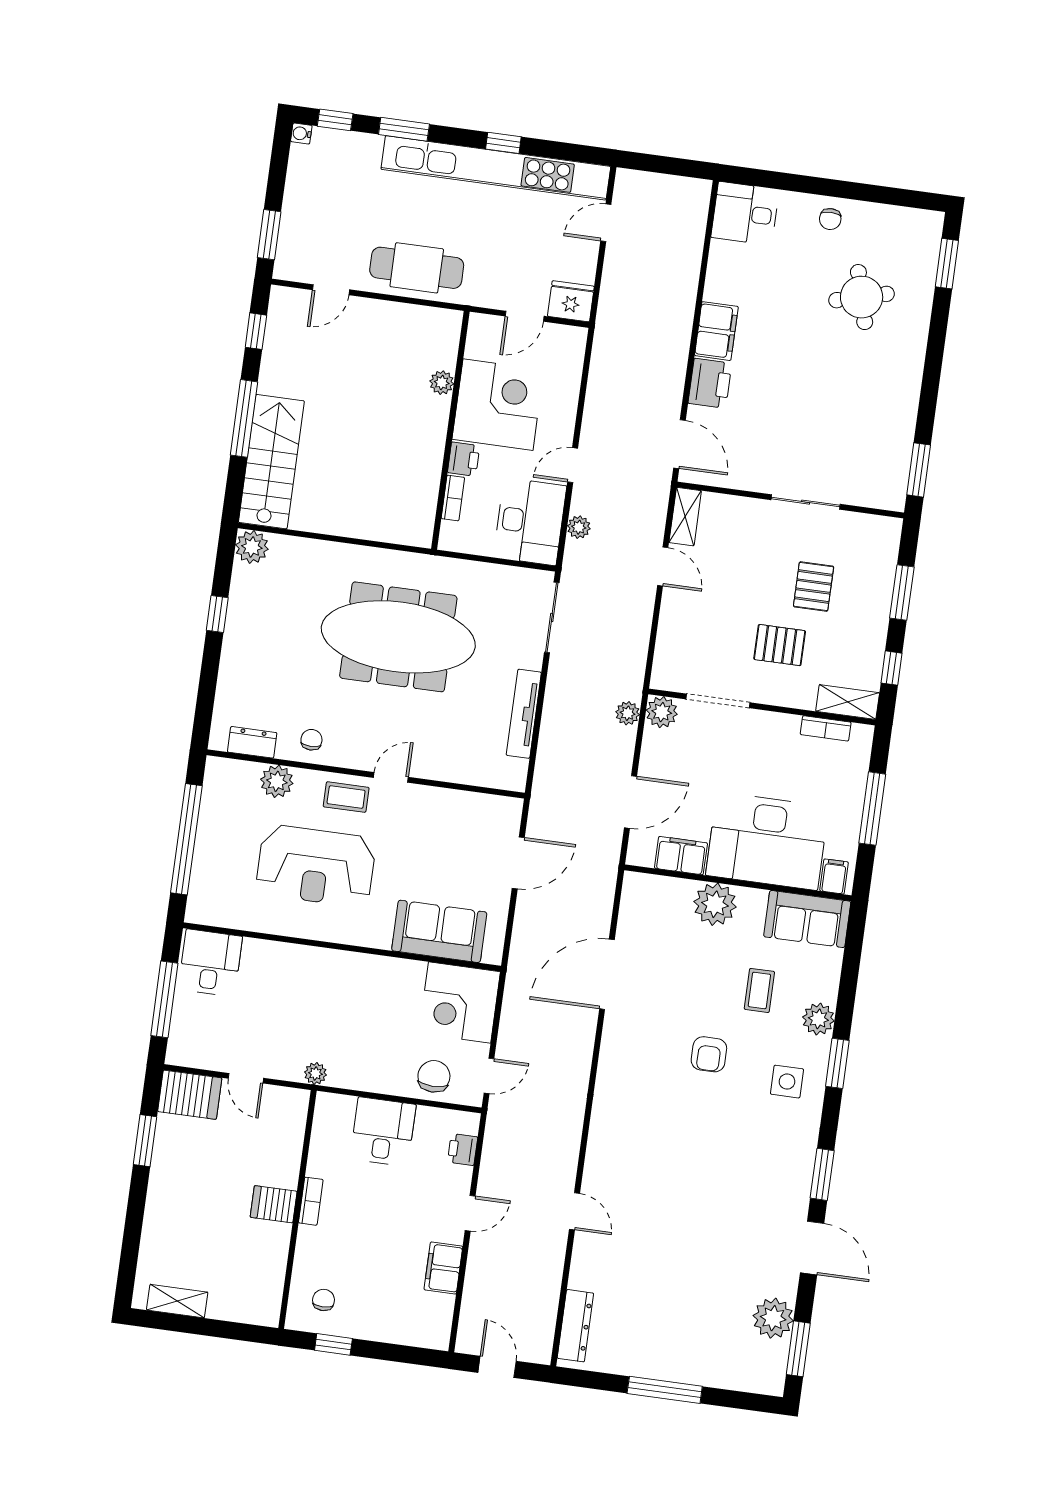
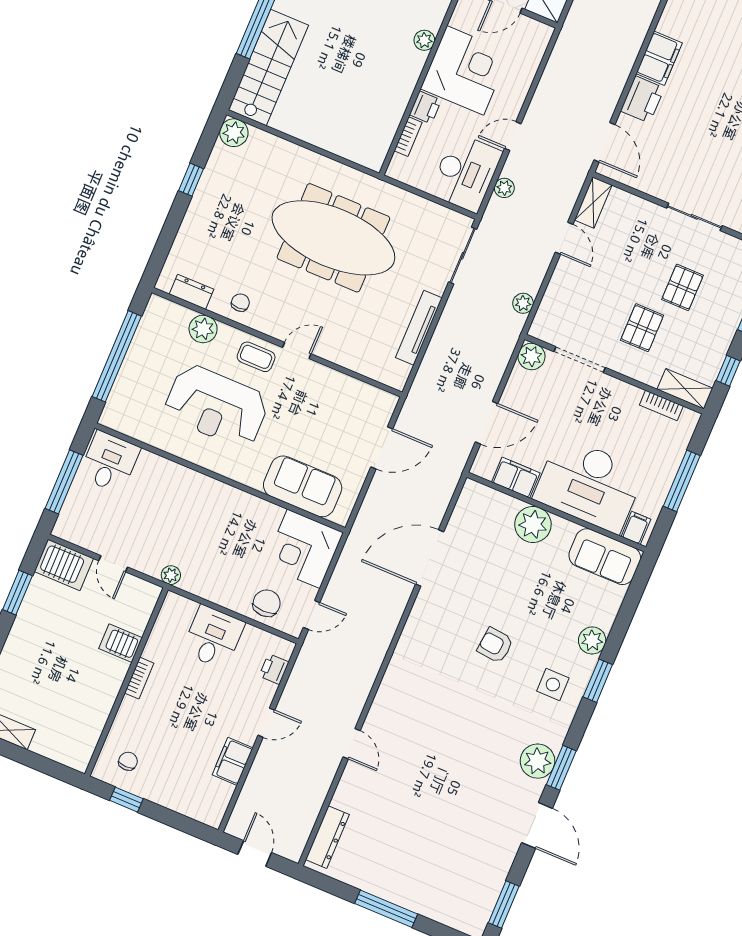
pallet: (780, 645) -> (642, 328), turned 90
plant: (628, 713) -> (523, 303), moved
coffee table: (759, 990) -> (550, 604), removed
armchair: (709, 1054) -> (495, 645), turned 96
server rack: (274, 1204) -> (121, 643), moved
plant: (773, 1318) -> (538, 761), moved

